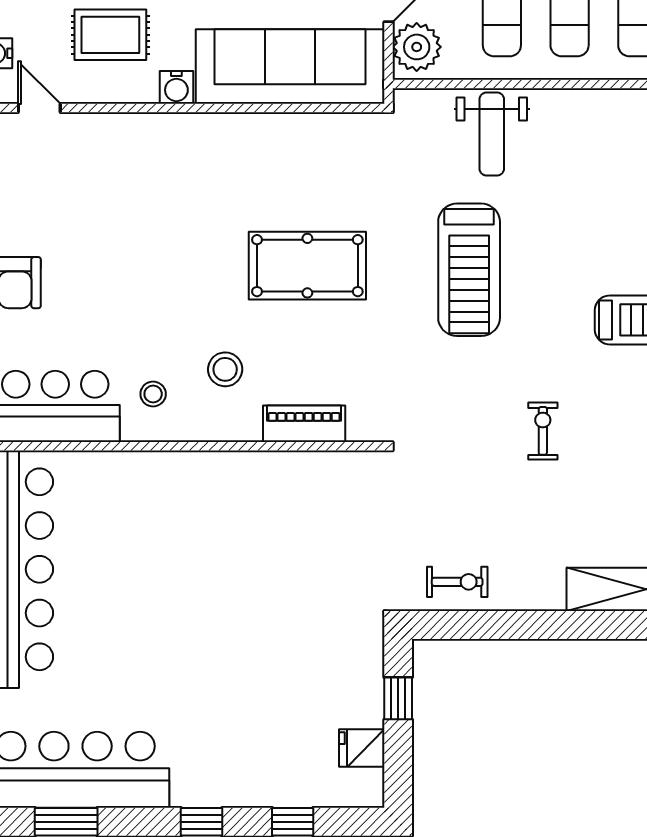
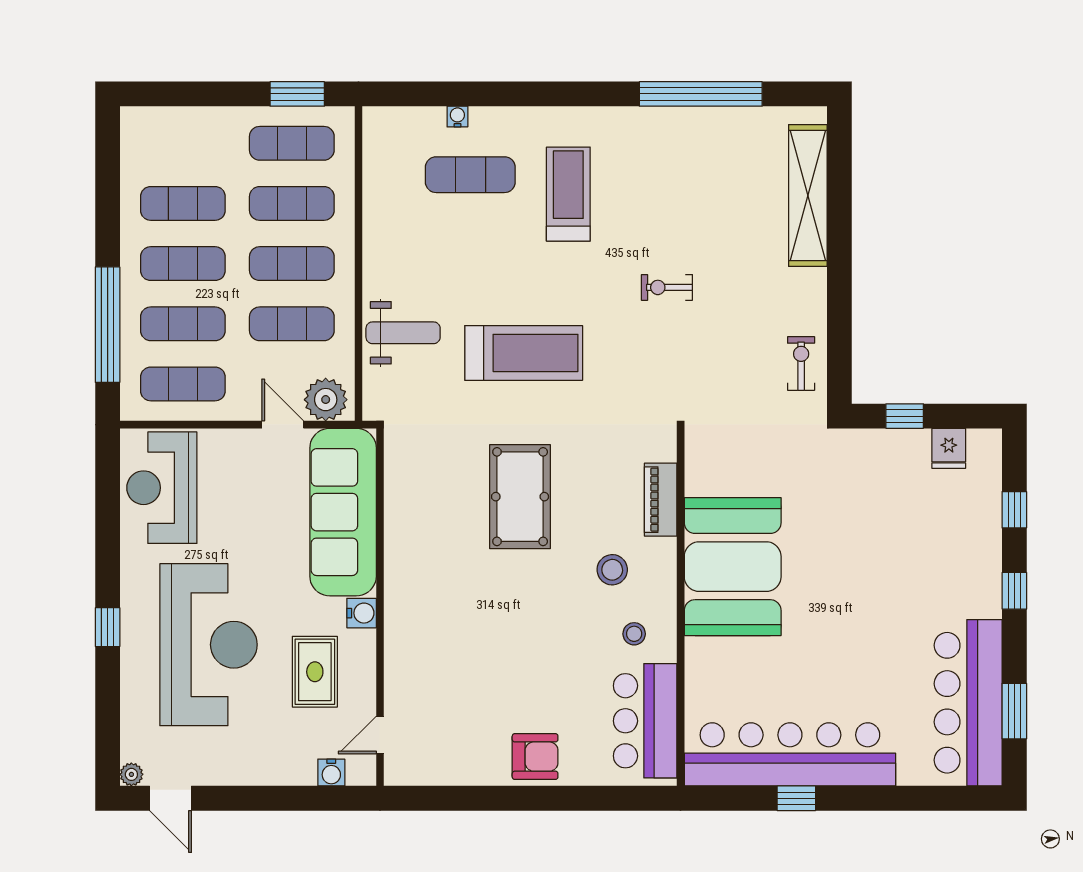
booth: (229, 505) -> (733, 567), added

